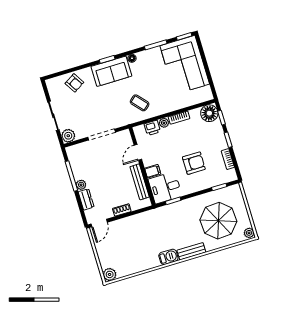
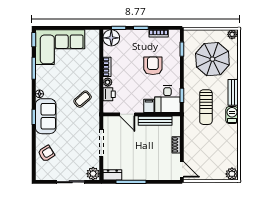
plant: (81, 185) -> (142, 175), removed
dresser: (86, 199) -> (112, 175), moved
sun lounger: (169, 228) -> (206, 107), added

